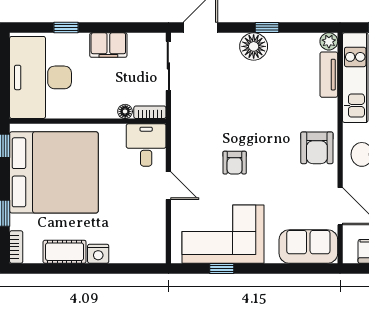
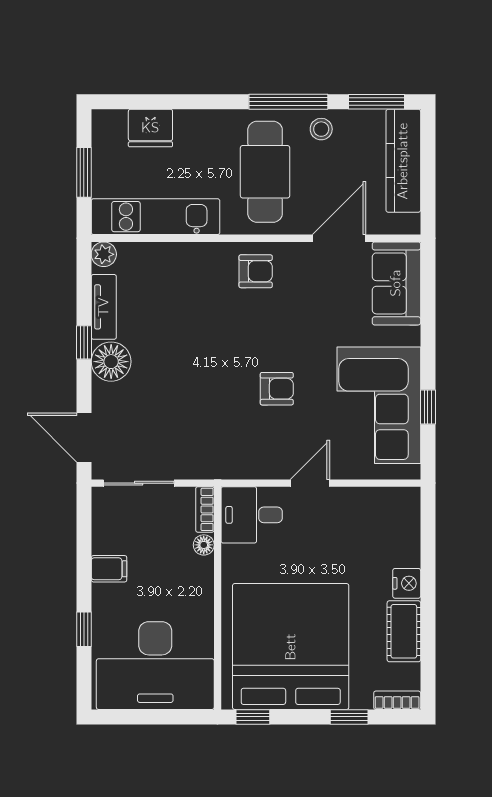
filing cabinet: (108, 45) -> (109, 569), width x0.50
tv unit: (329, 75) -> (104, 307), moved, turned -90
armchair: (317, 148) -> (256, 271), width x0.72, depth x0.72

